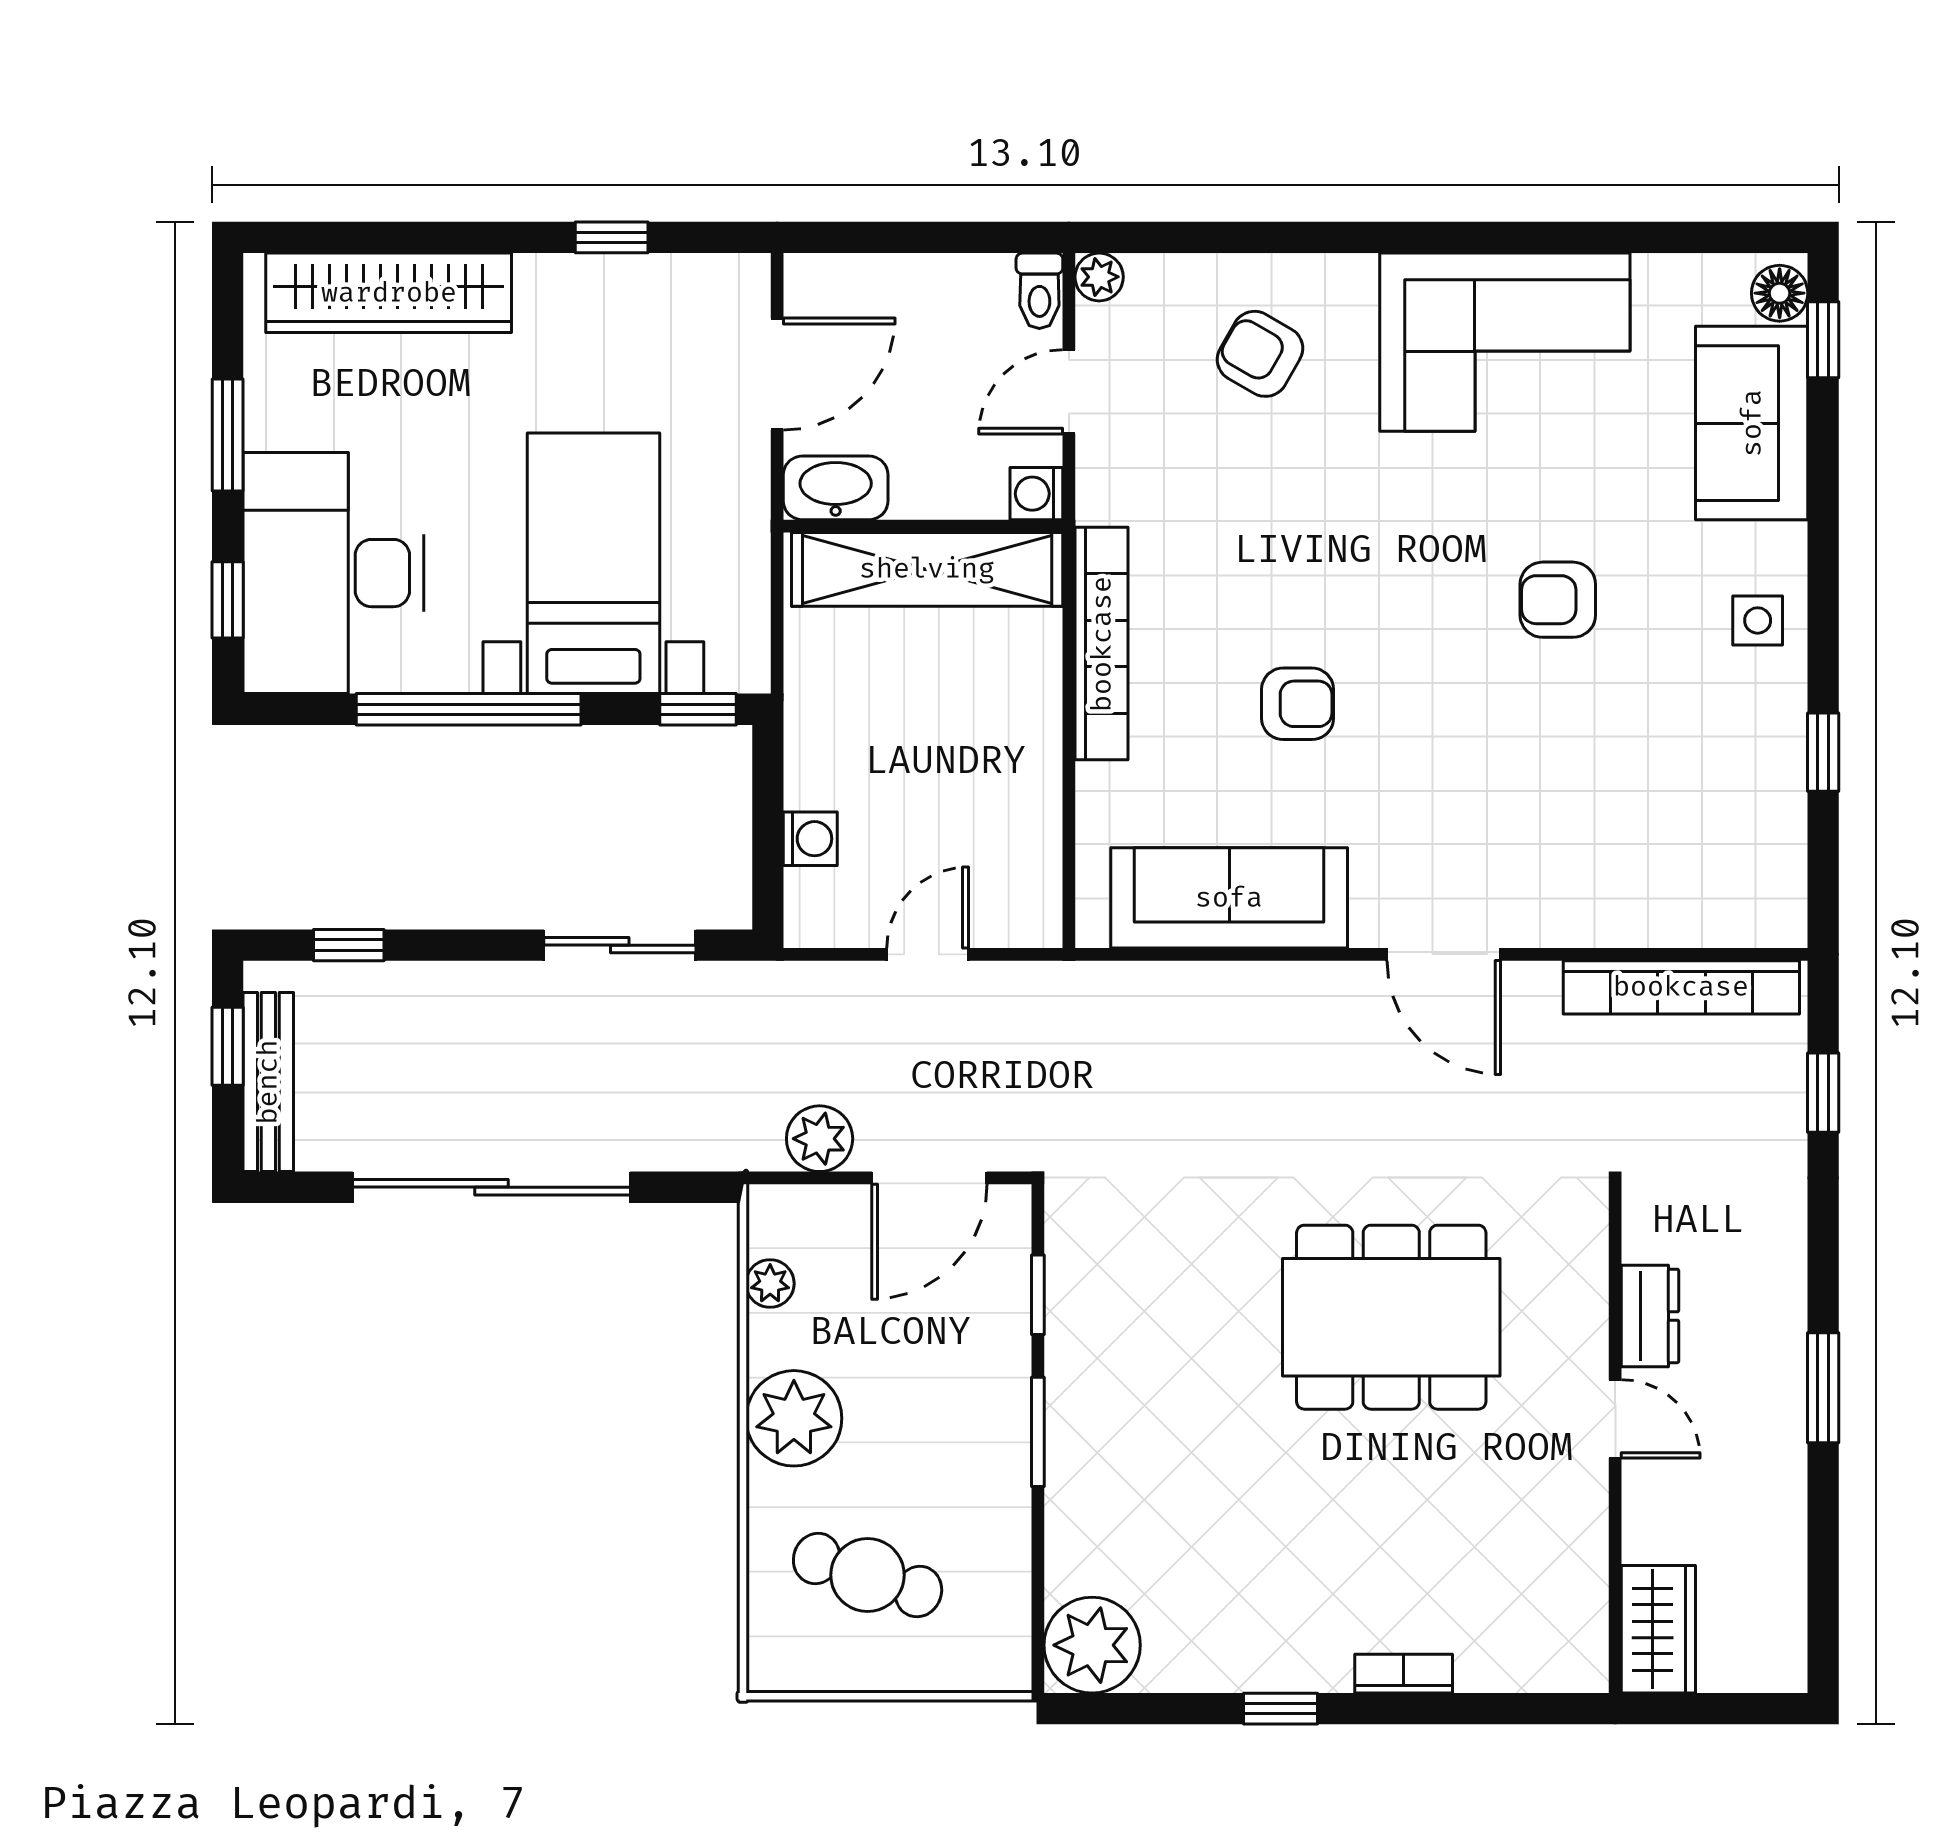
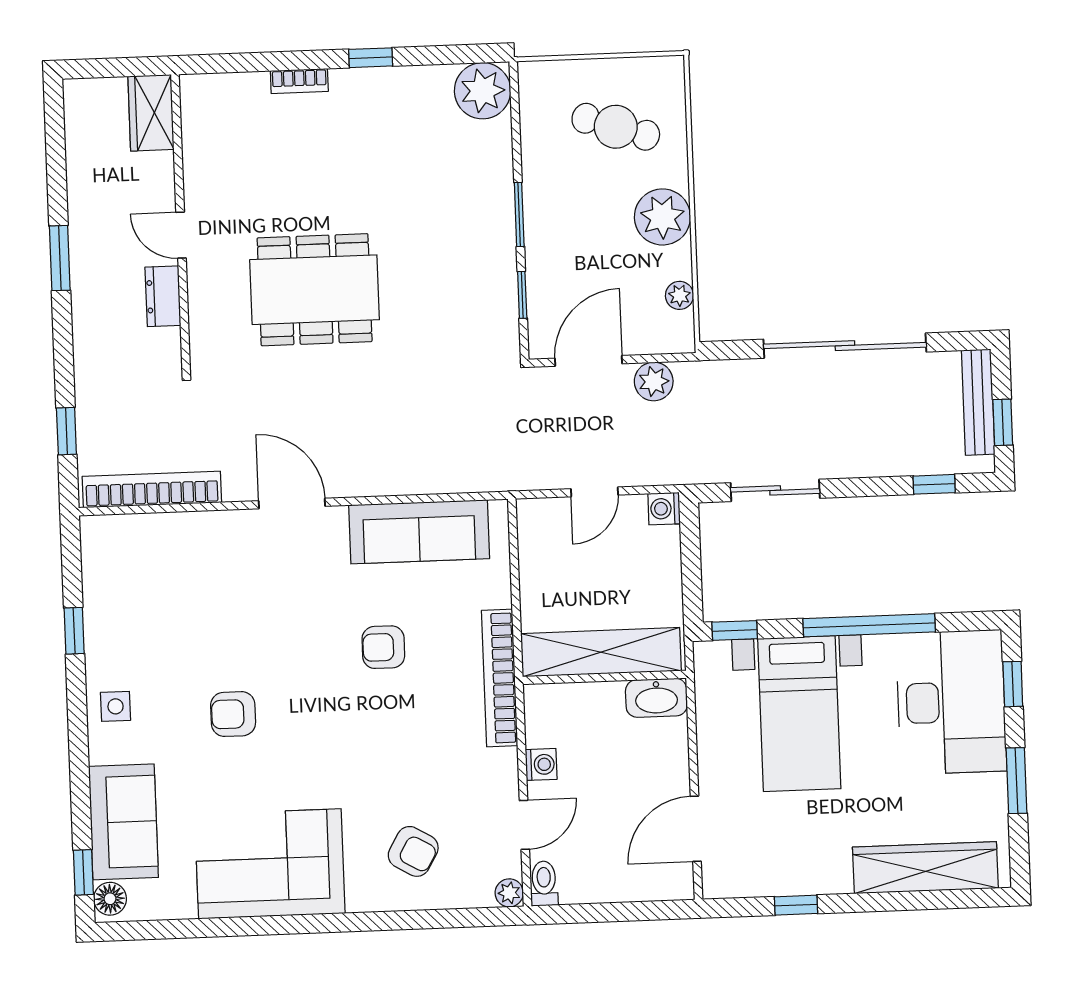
washbasin: (836, 488) -> (656, 698), moved
wall: (923, 526) -> (604, 677), moved
shelving: (927, 569) -> (601, 652), moved
armchair: (1558, 600) -> (233, 714), turned 180
washing machine: (810, 839) -> (664, 509), moved

